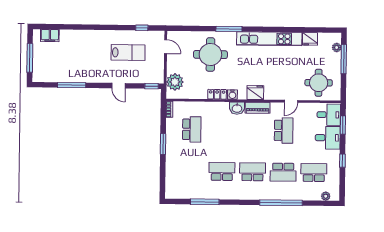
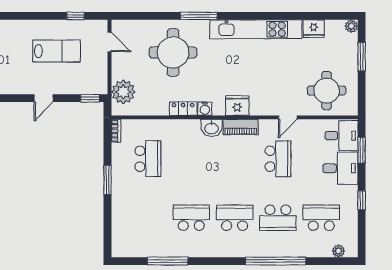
plant: (337, 48) -> (351, 26), moved
window: (344, 59) -> (362, 57), width x0.69
door: (119, 86) -> (44, 98), hinge flipped

